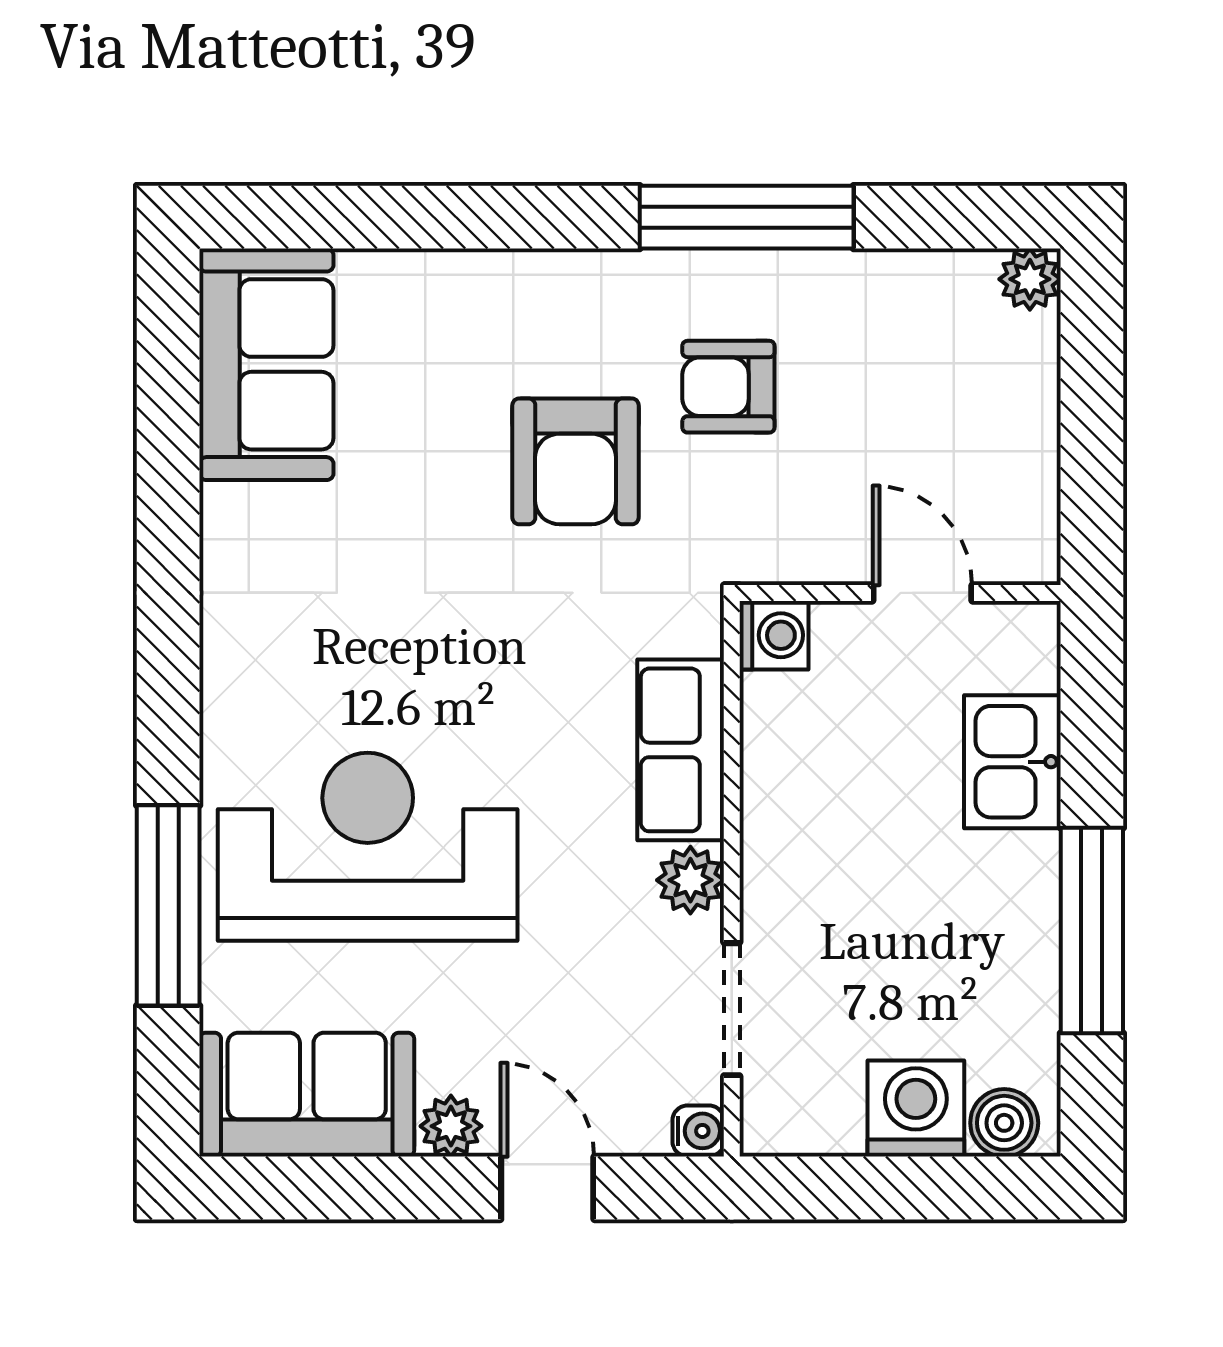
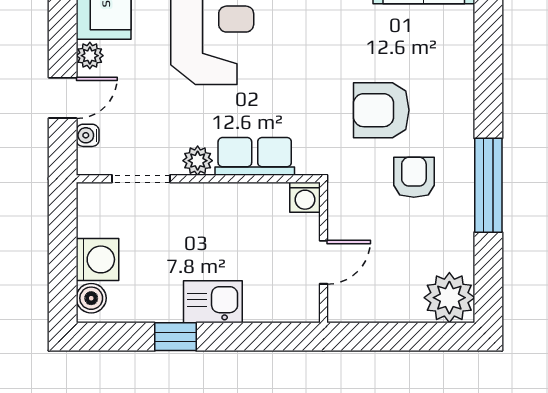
plant: (1030, 279) -> (449, 298), width x1.87, depth x1.87
kitchen sink: (1012, 762) -> (213, 302), moved
window: (1092, 931) -> (175, 337), width x0.46
water cooler: (698, 1131) -> (88, 135), moved, turned 90

